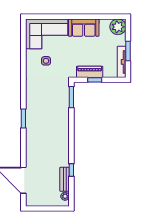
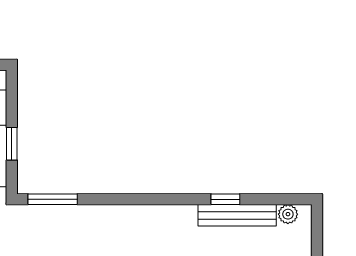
bench: (65, 179) -> (237, 215), width x1.36

